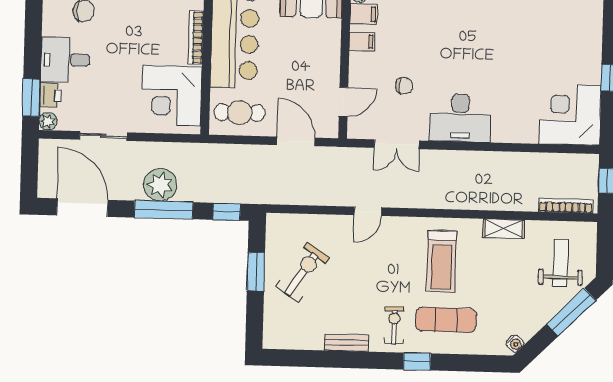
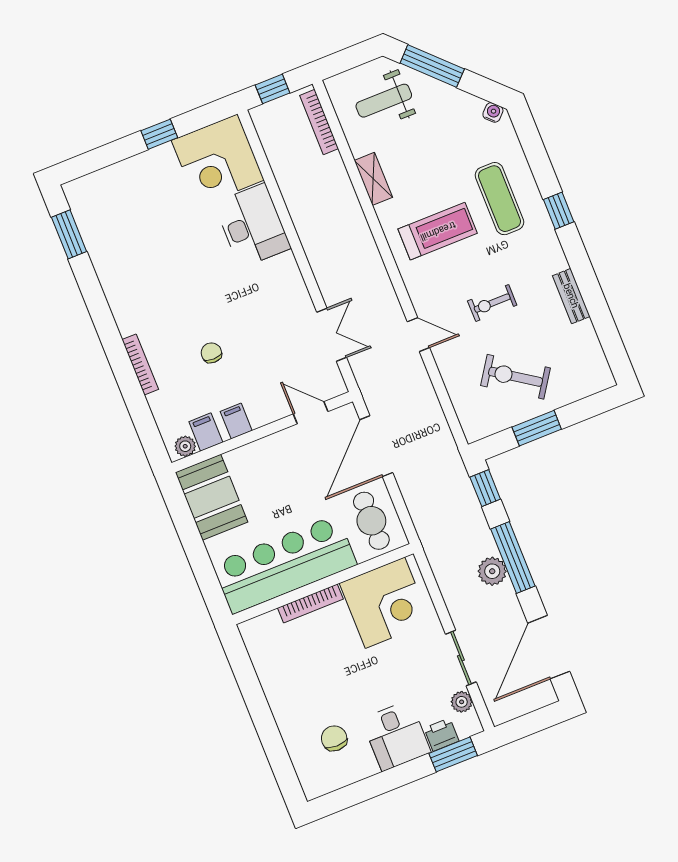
chair: (404, 86) -> (211, 353), moved
desk: (460, 118) -> (252, 226), moved
plant: (48, 121) -> (462, 702), moved
door: (296, 141) -> (376, 446), width x1.36
plant: (160, 185) -> (492, 571), width x0.73, depth x0.73
exercise bike: (394, 325) -> (492, 303), moved

